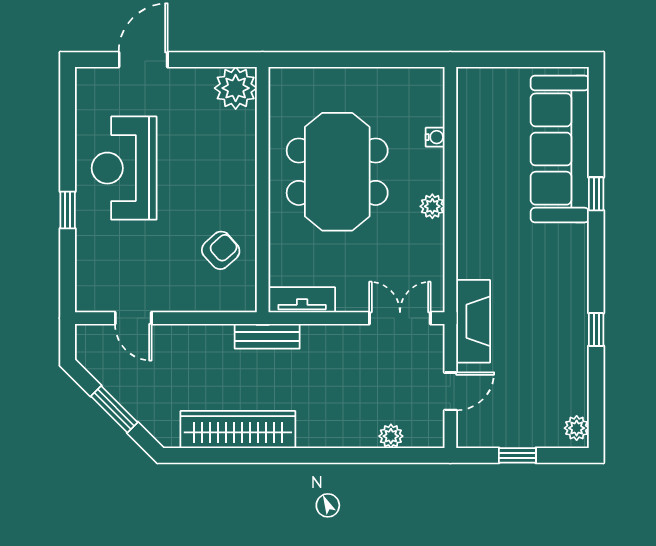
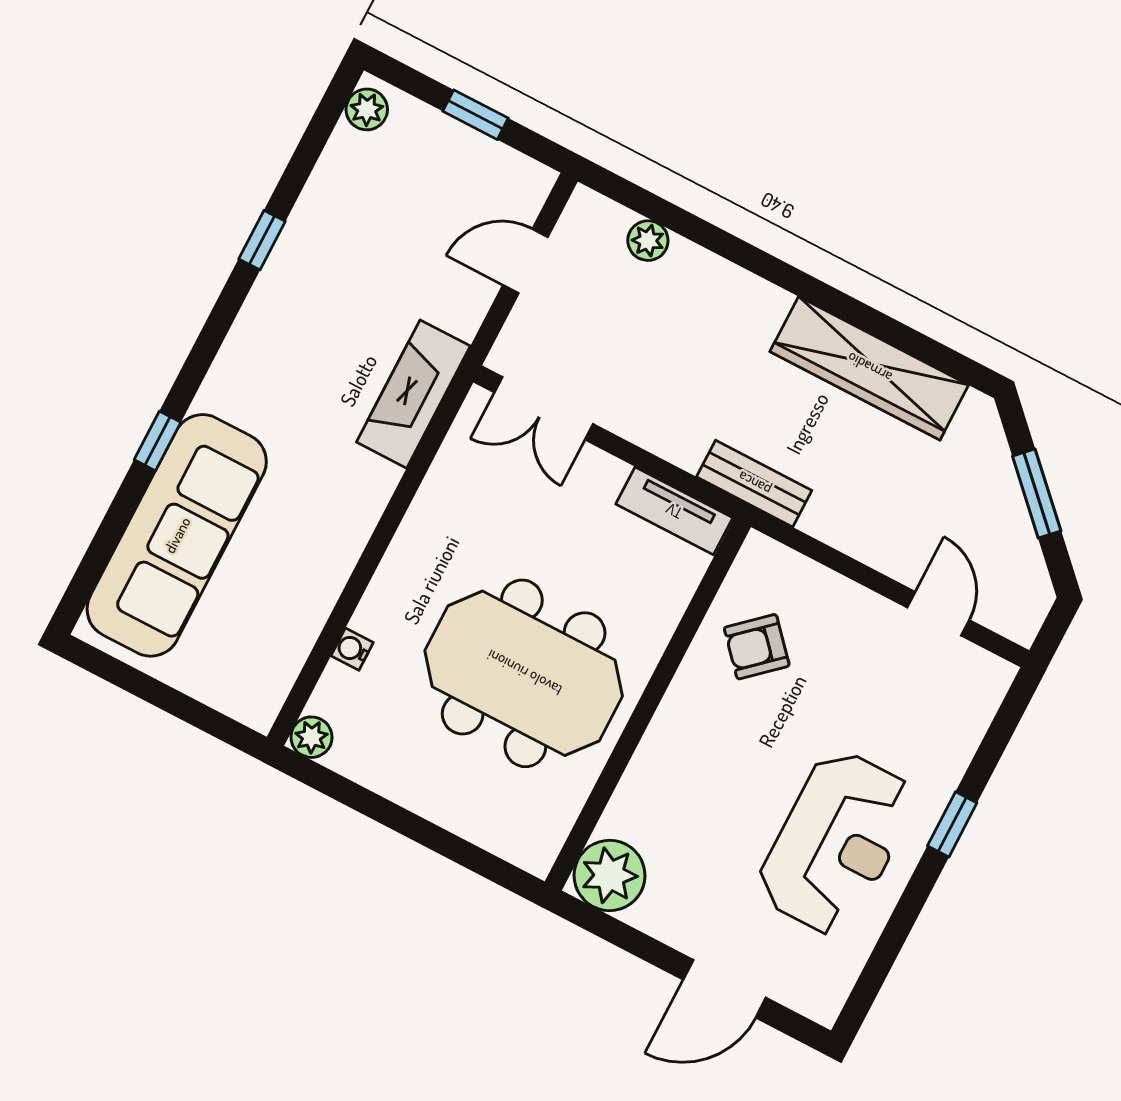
meeting table: (337, 172) -> (524, 673), turned 90
plant: (432, 206) -> (311, 737), moved
fireplace: (473, 321) -> (413, 394), moved

